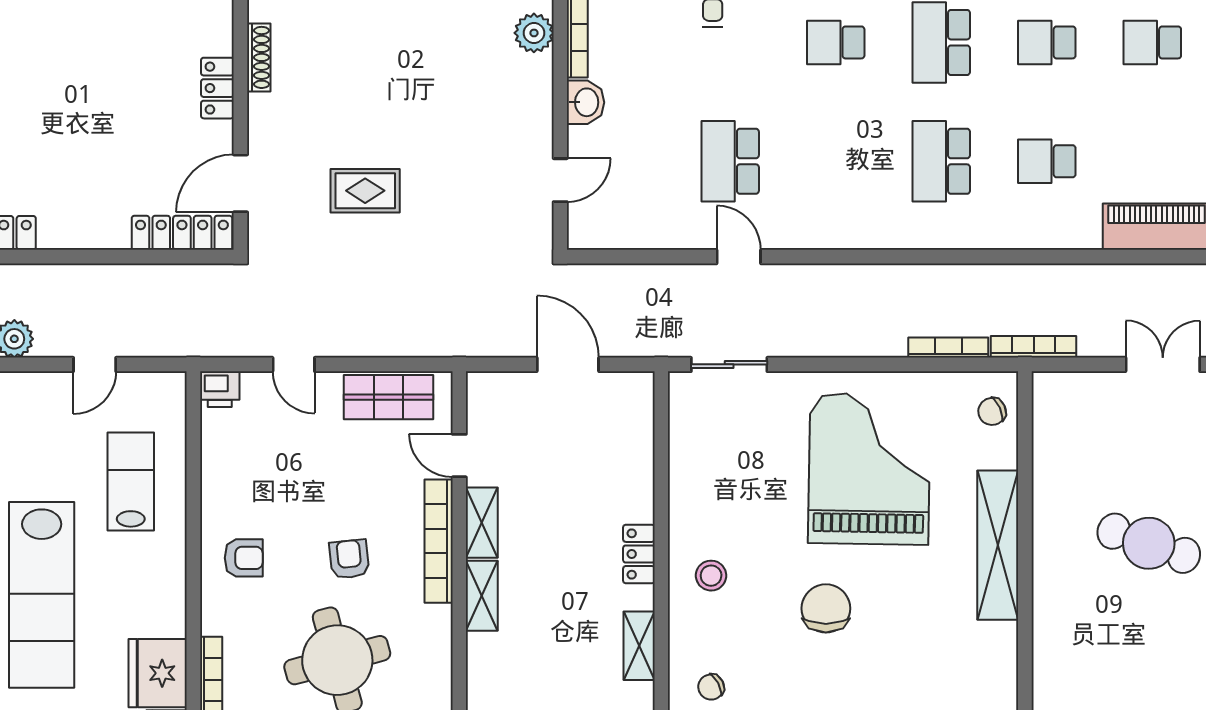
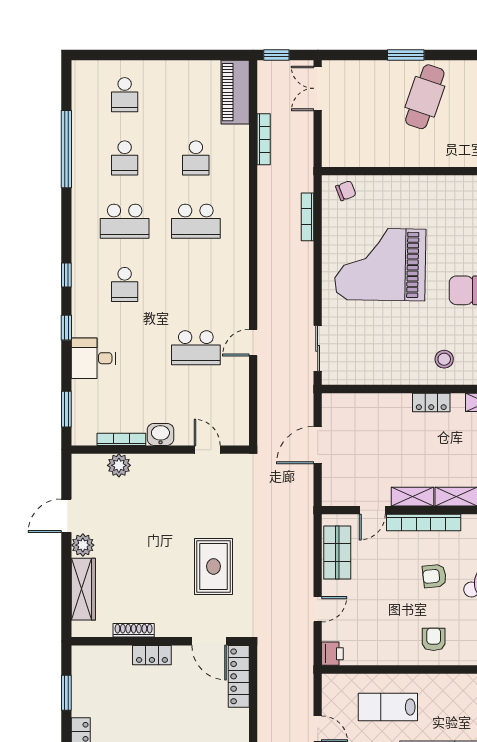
rug: (365, 191) -> (213, 566), width x1.36, depth x1.43
bookcase: (1034, 347) -> (264, 139), moved, turned 180
chair: (992, 411) -> (346, 191), turned -87
shelving: (998, 545) -> (426, 187), removed

